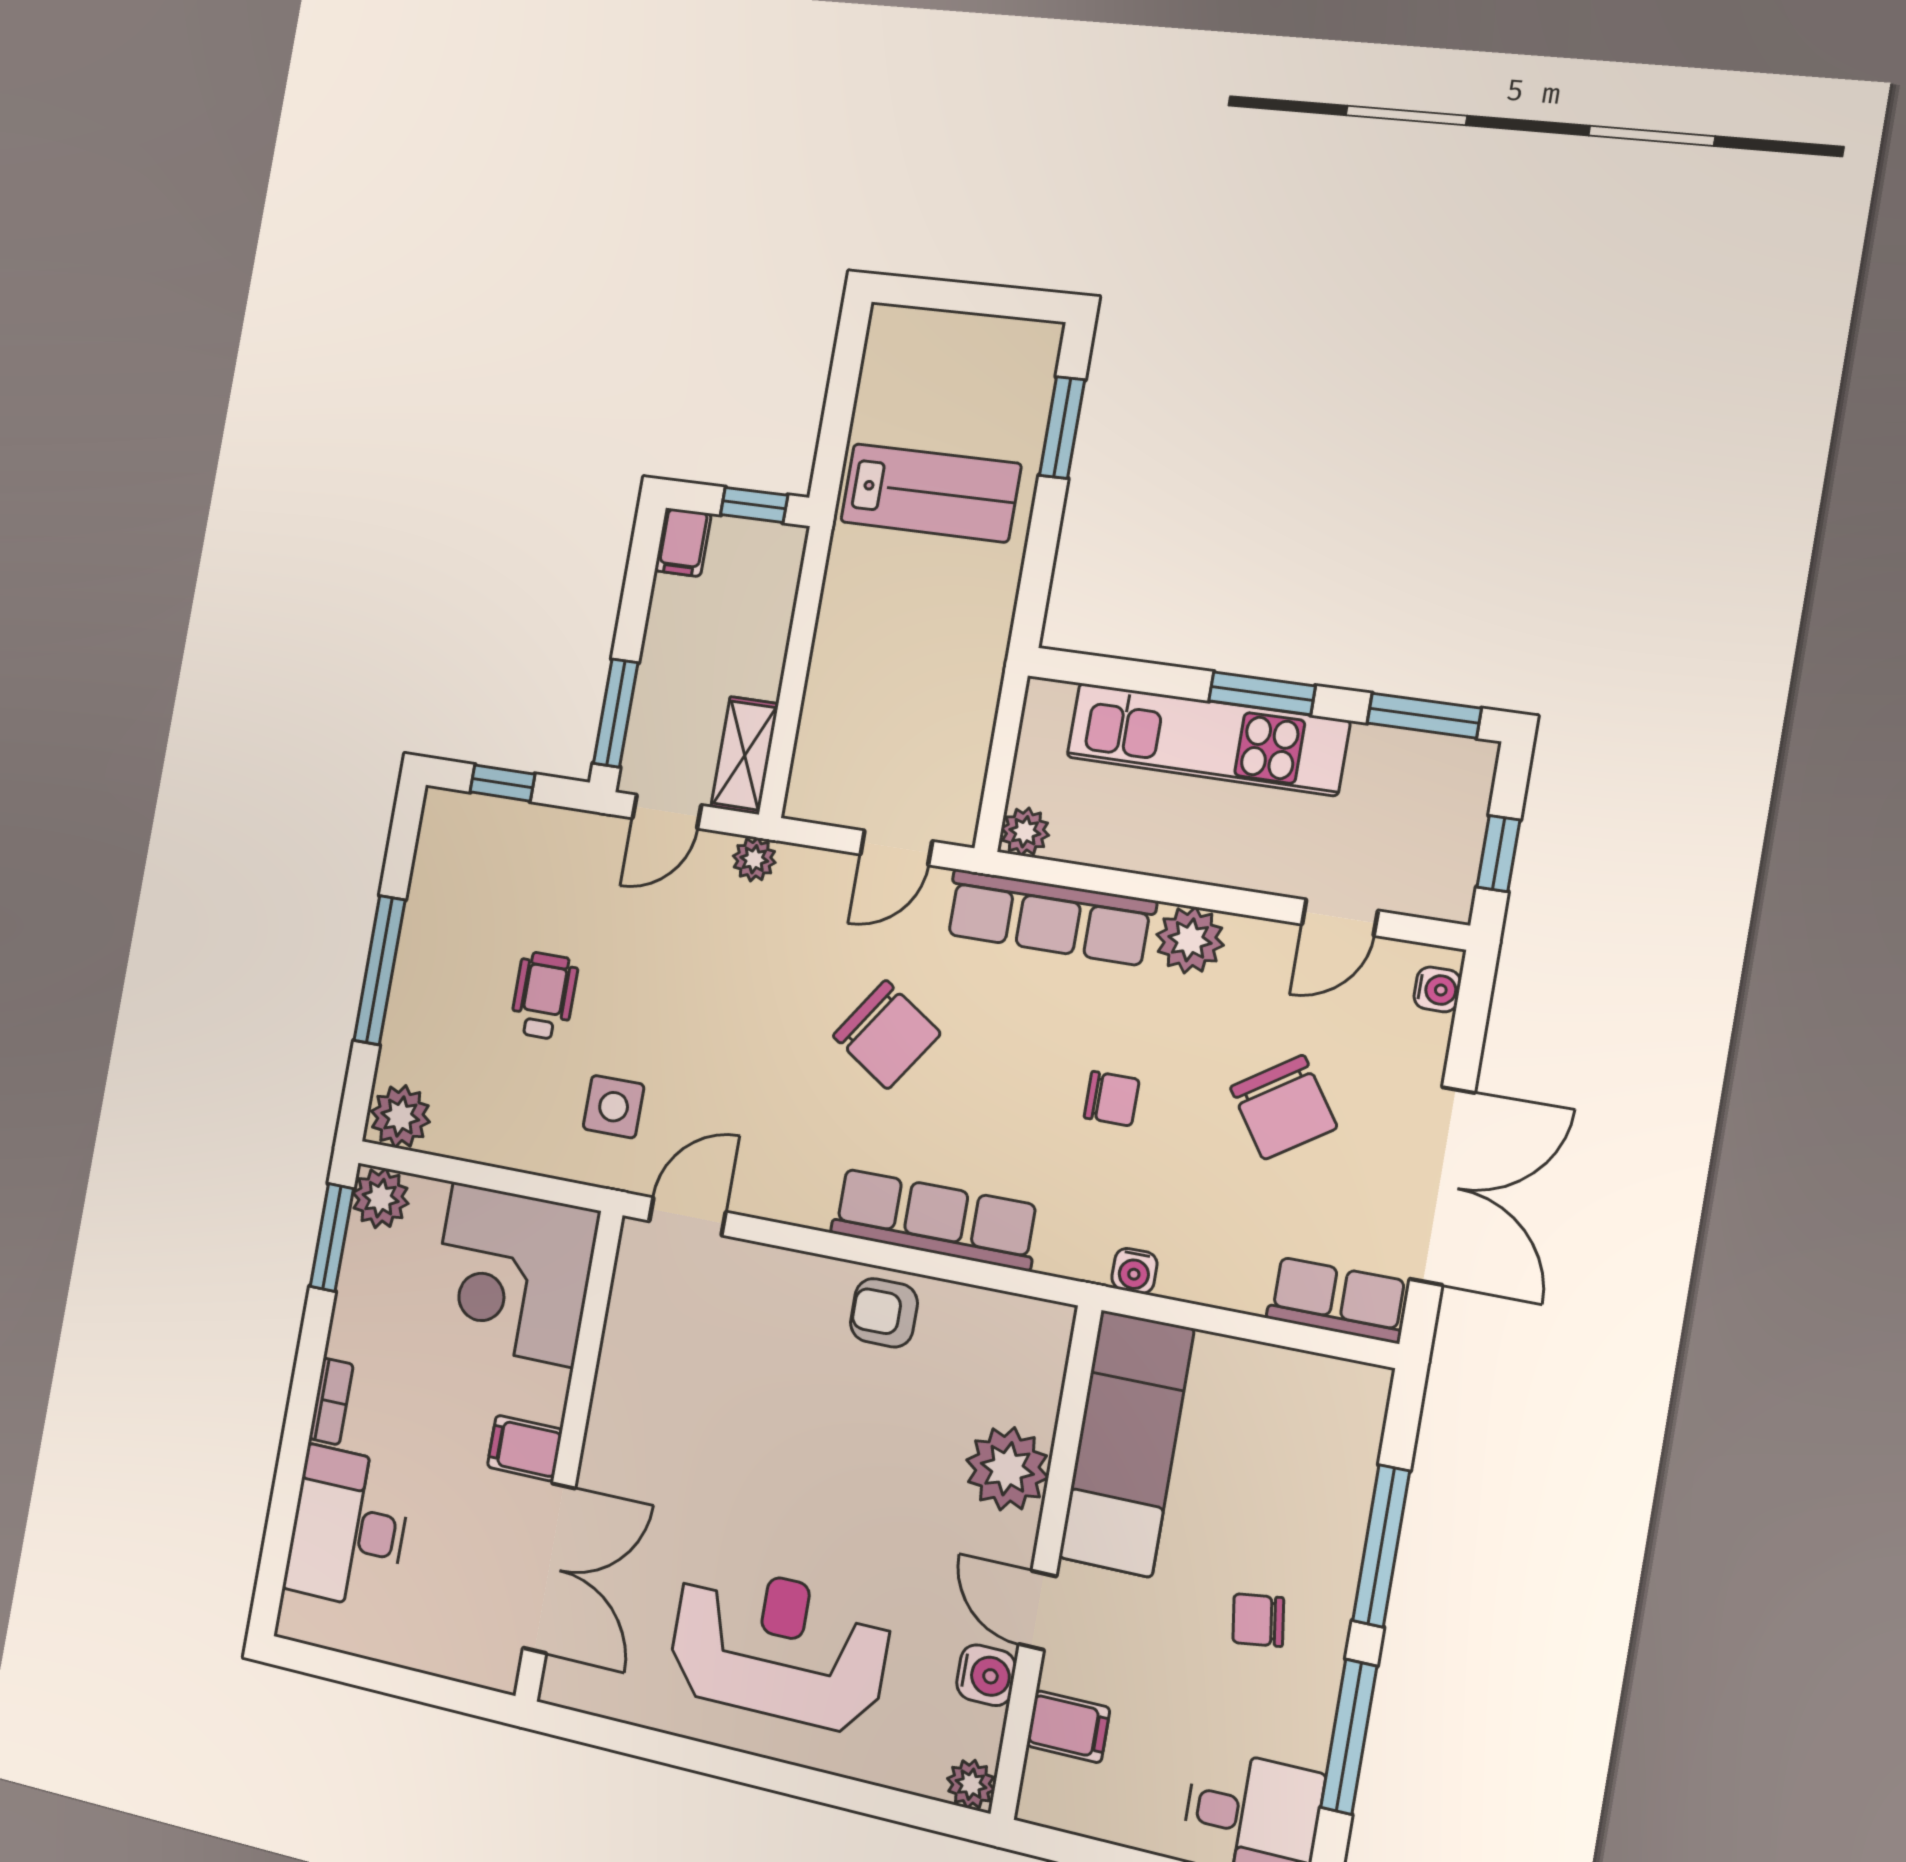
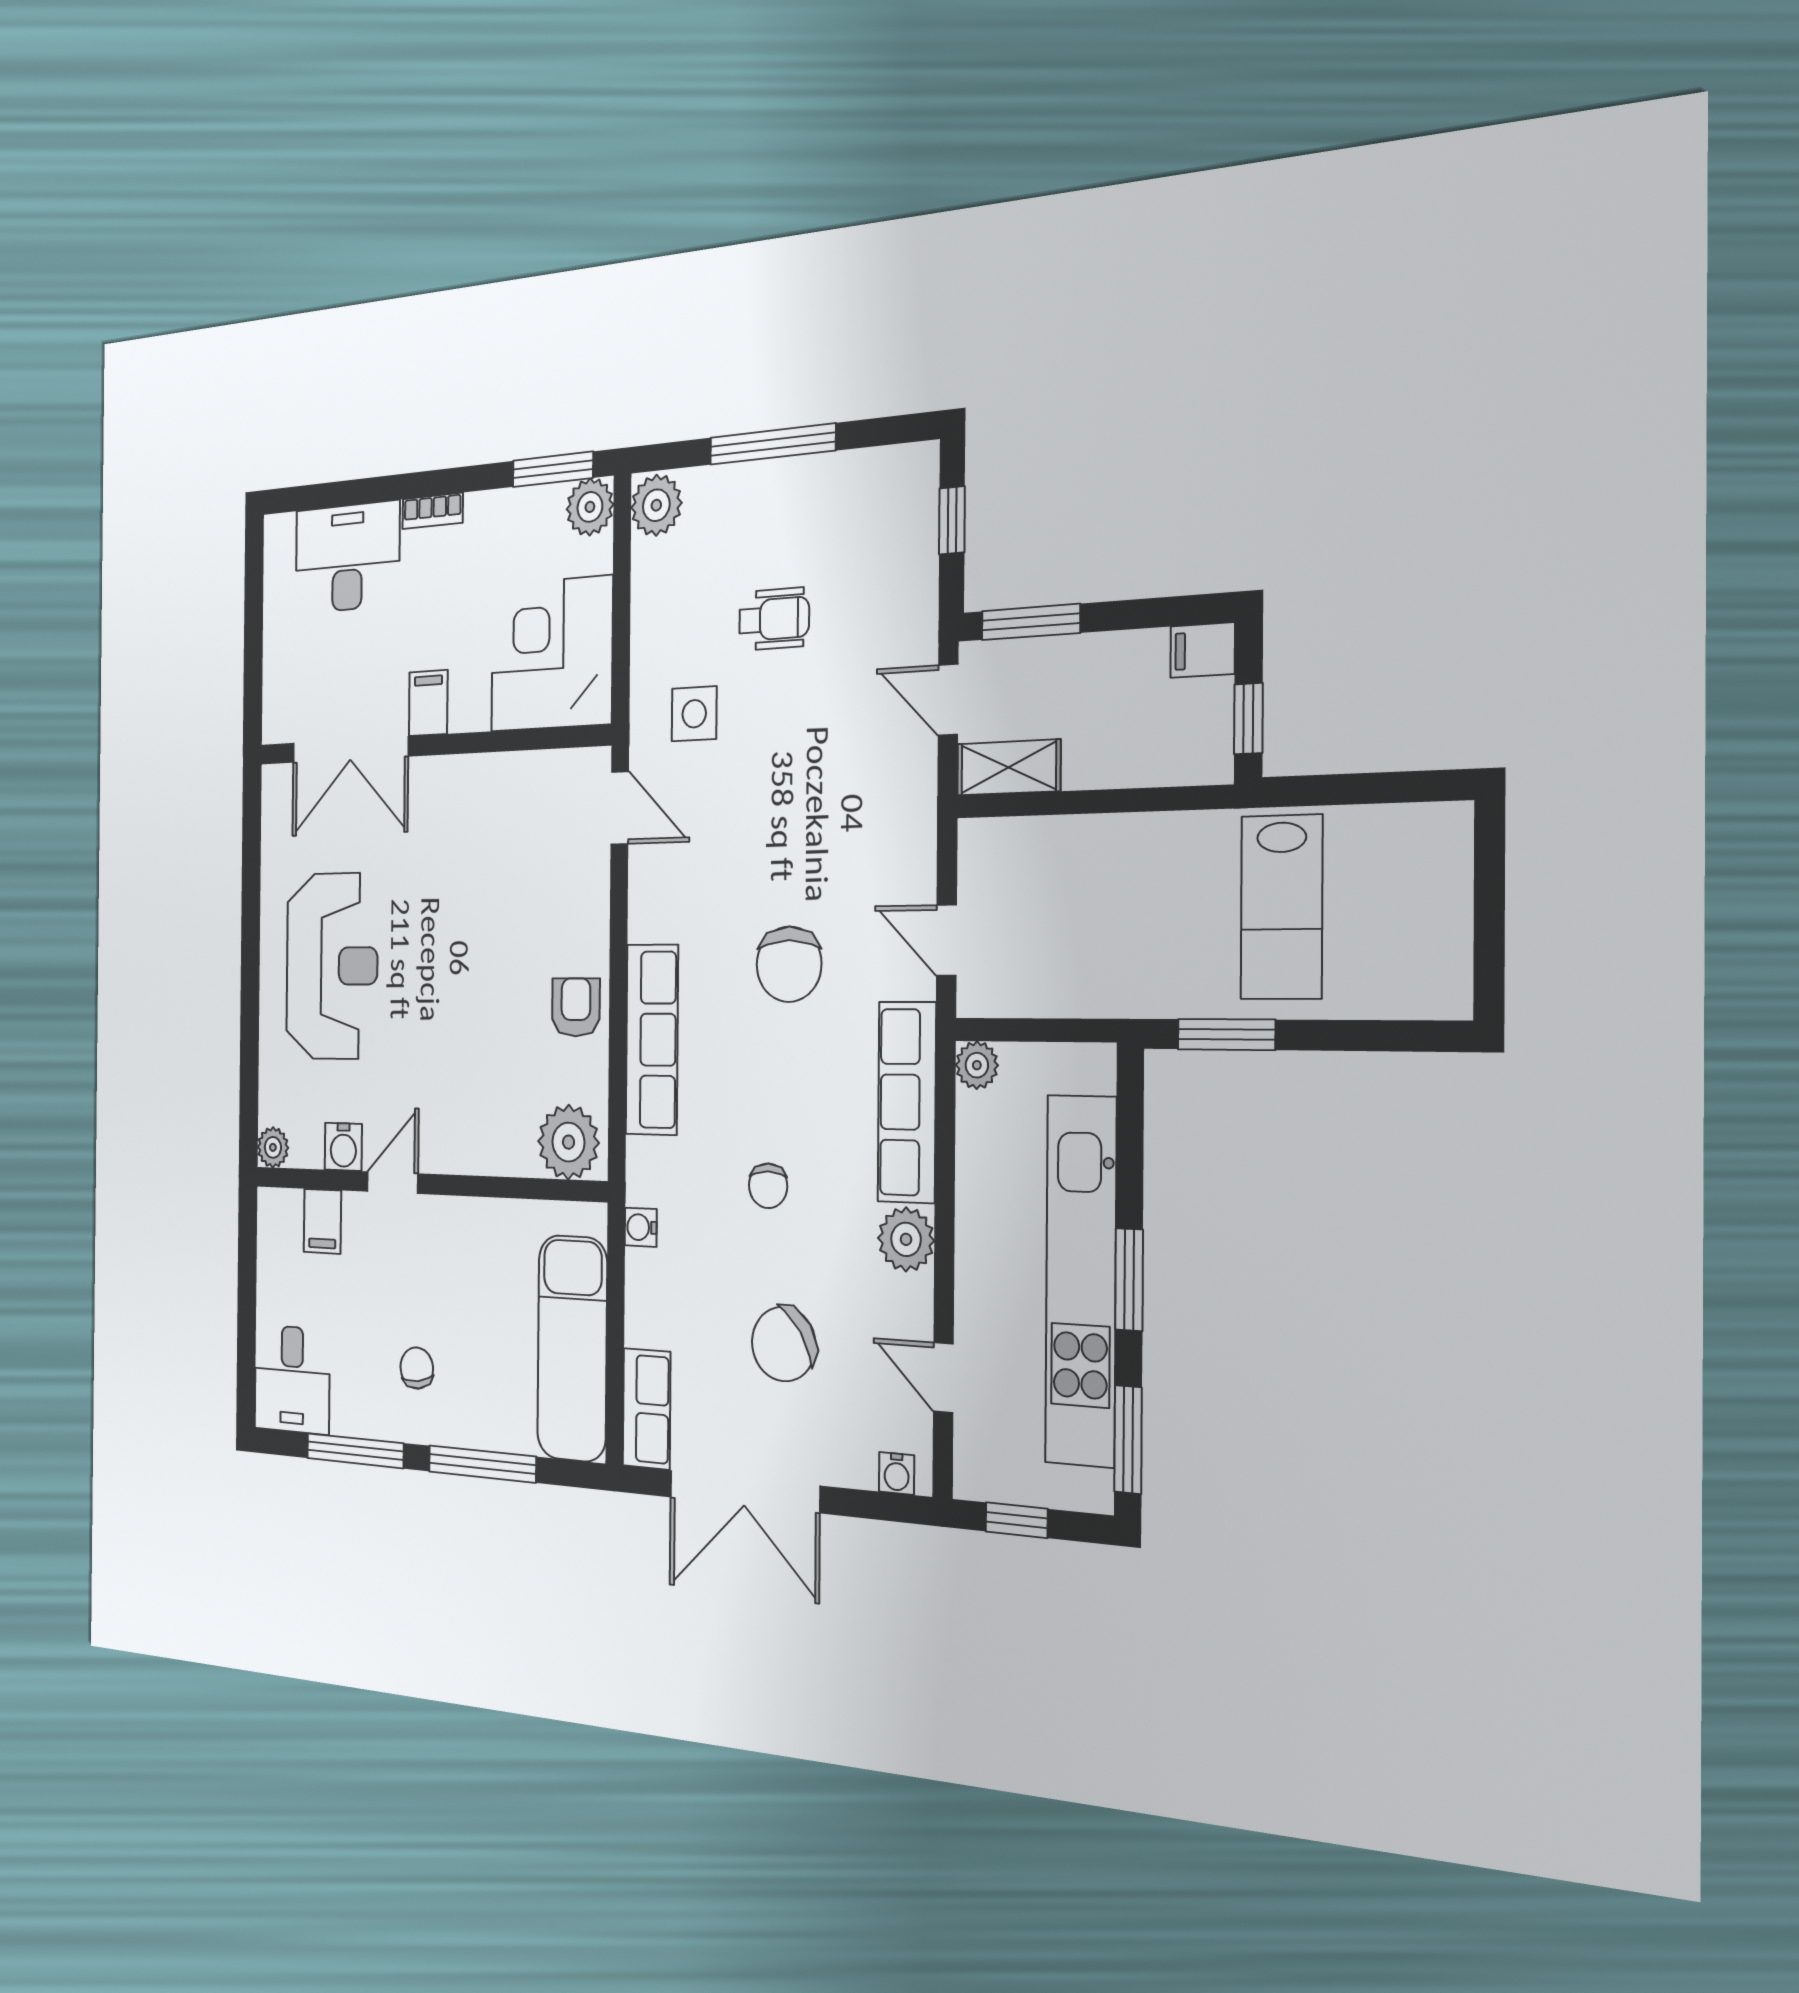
window: (1062, 428) -> (1226, 1035), moved
kitchen unit: (1207, 739) -> (1081, 1280), width x1.36
plant: (754, 859) -> (918, 800), removed
chair: (887, 1035) -> (789, 964), turned -34
exam couch: (1126, 1443) -> (572, 1348), moved, turned 90
plant: (1007, 1469) -> (568, 1142), moved

